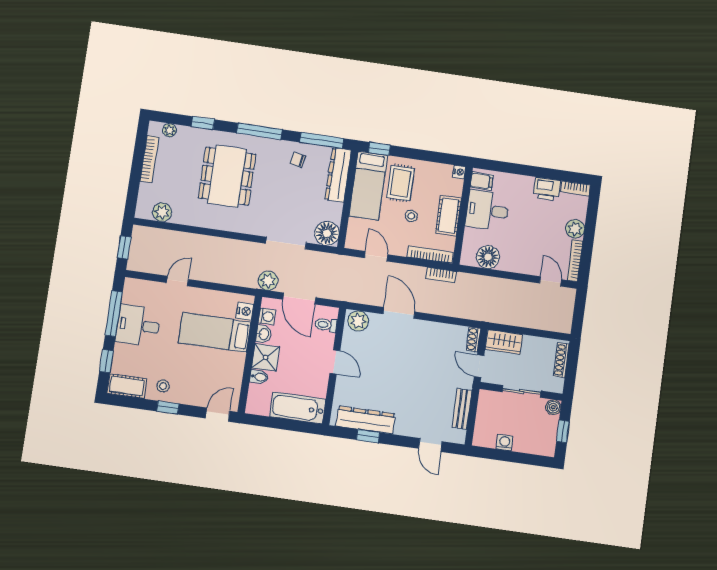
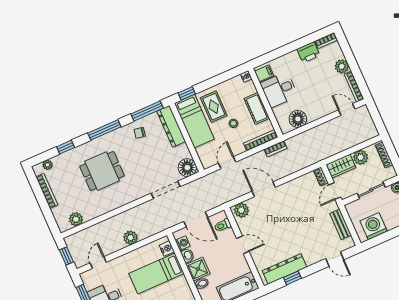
dining table: (227, 176) -> (102, 171), width x0.73
door: (376, 256) -> (227, 163), hinge flipped
door: (177, 281) -> (98, 263), moved
plant: (268, 281) -> (131, 238), moved
plant: (533, 346) -> (361, 157), added
door: (479, 366) -> (335, 191), hinge flipped
washing machine: (505, 443) -> (374, 226), width x1.89, depth x1.89

